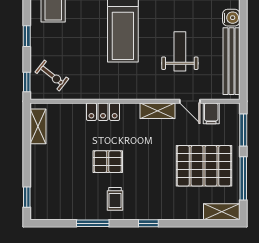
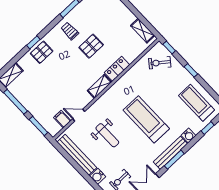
shelving: (157, 111) -> (99, 86), moved
pallet: (204, 166) -> (42, 52), moved, width x0.49, depth x0.50
window: (148, 223) -> (33, 42), moved

